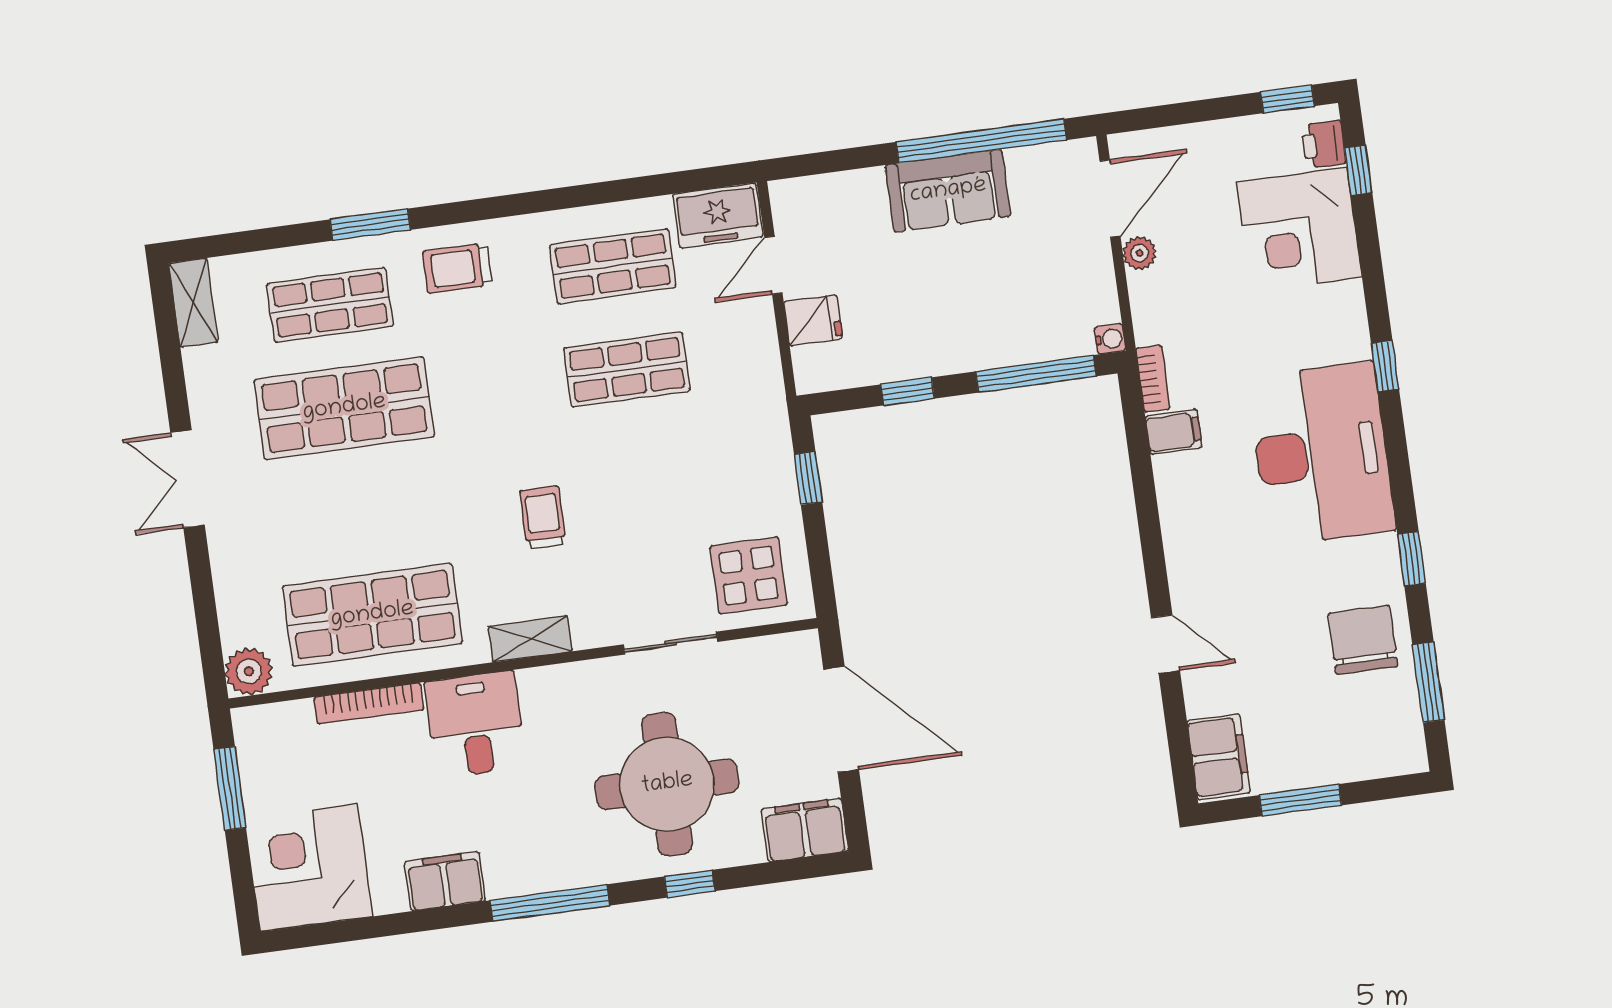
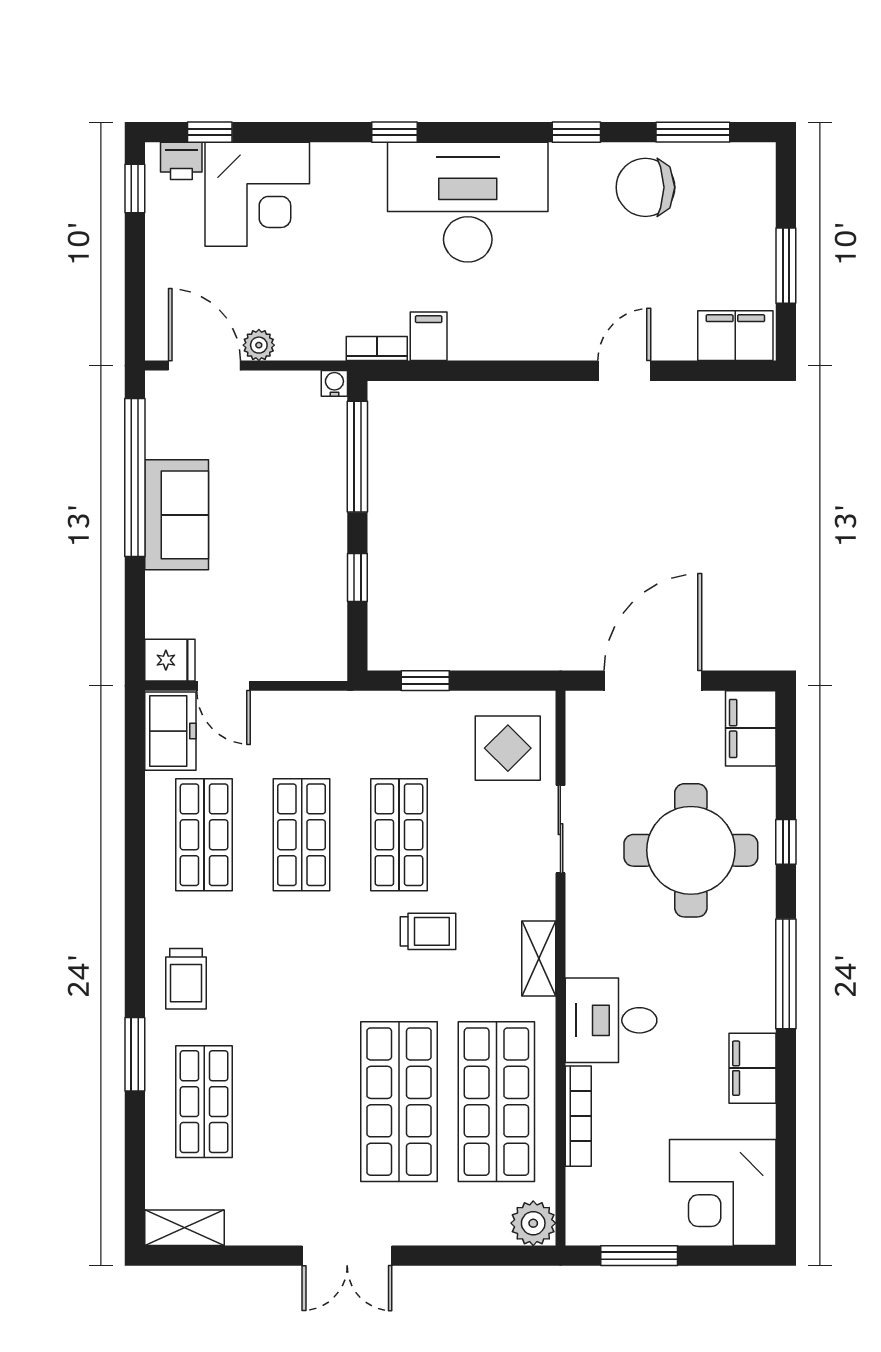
fridge: (813, 320) -> (170, 660), moved, turned 90
shop shelf: (344, 408) -> (399, 1102), moved
shop shelf: (641, 473) -> (399, 835), added
trolley: (543, 518) -> (428, 931), turned 180

